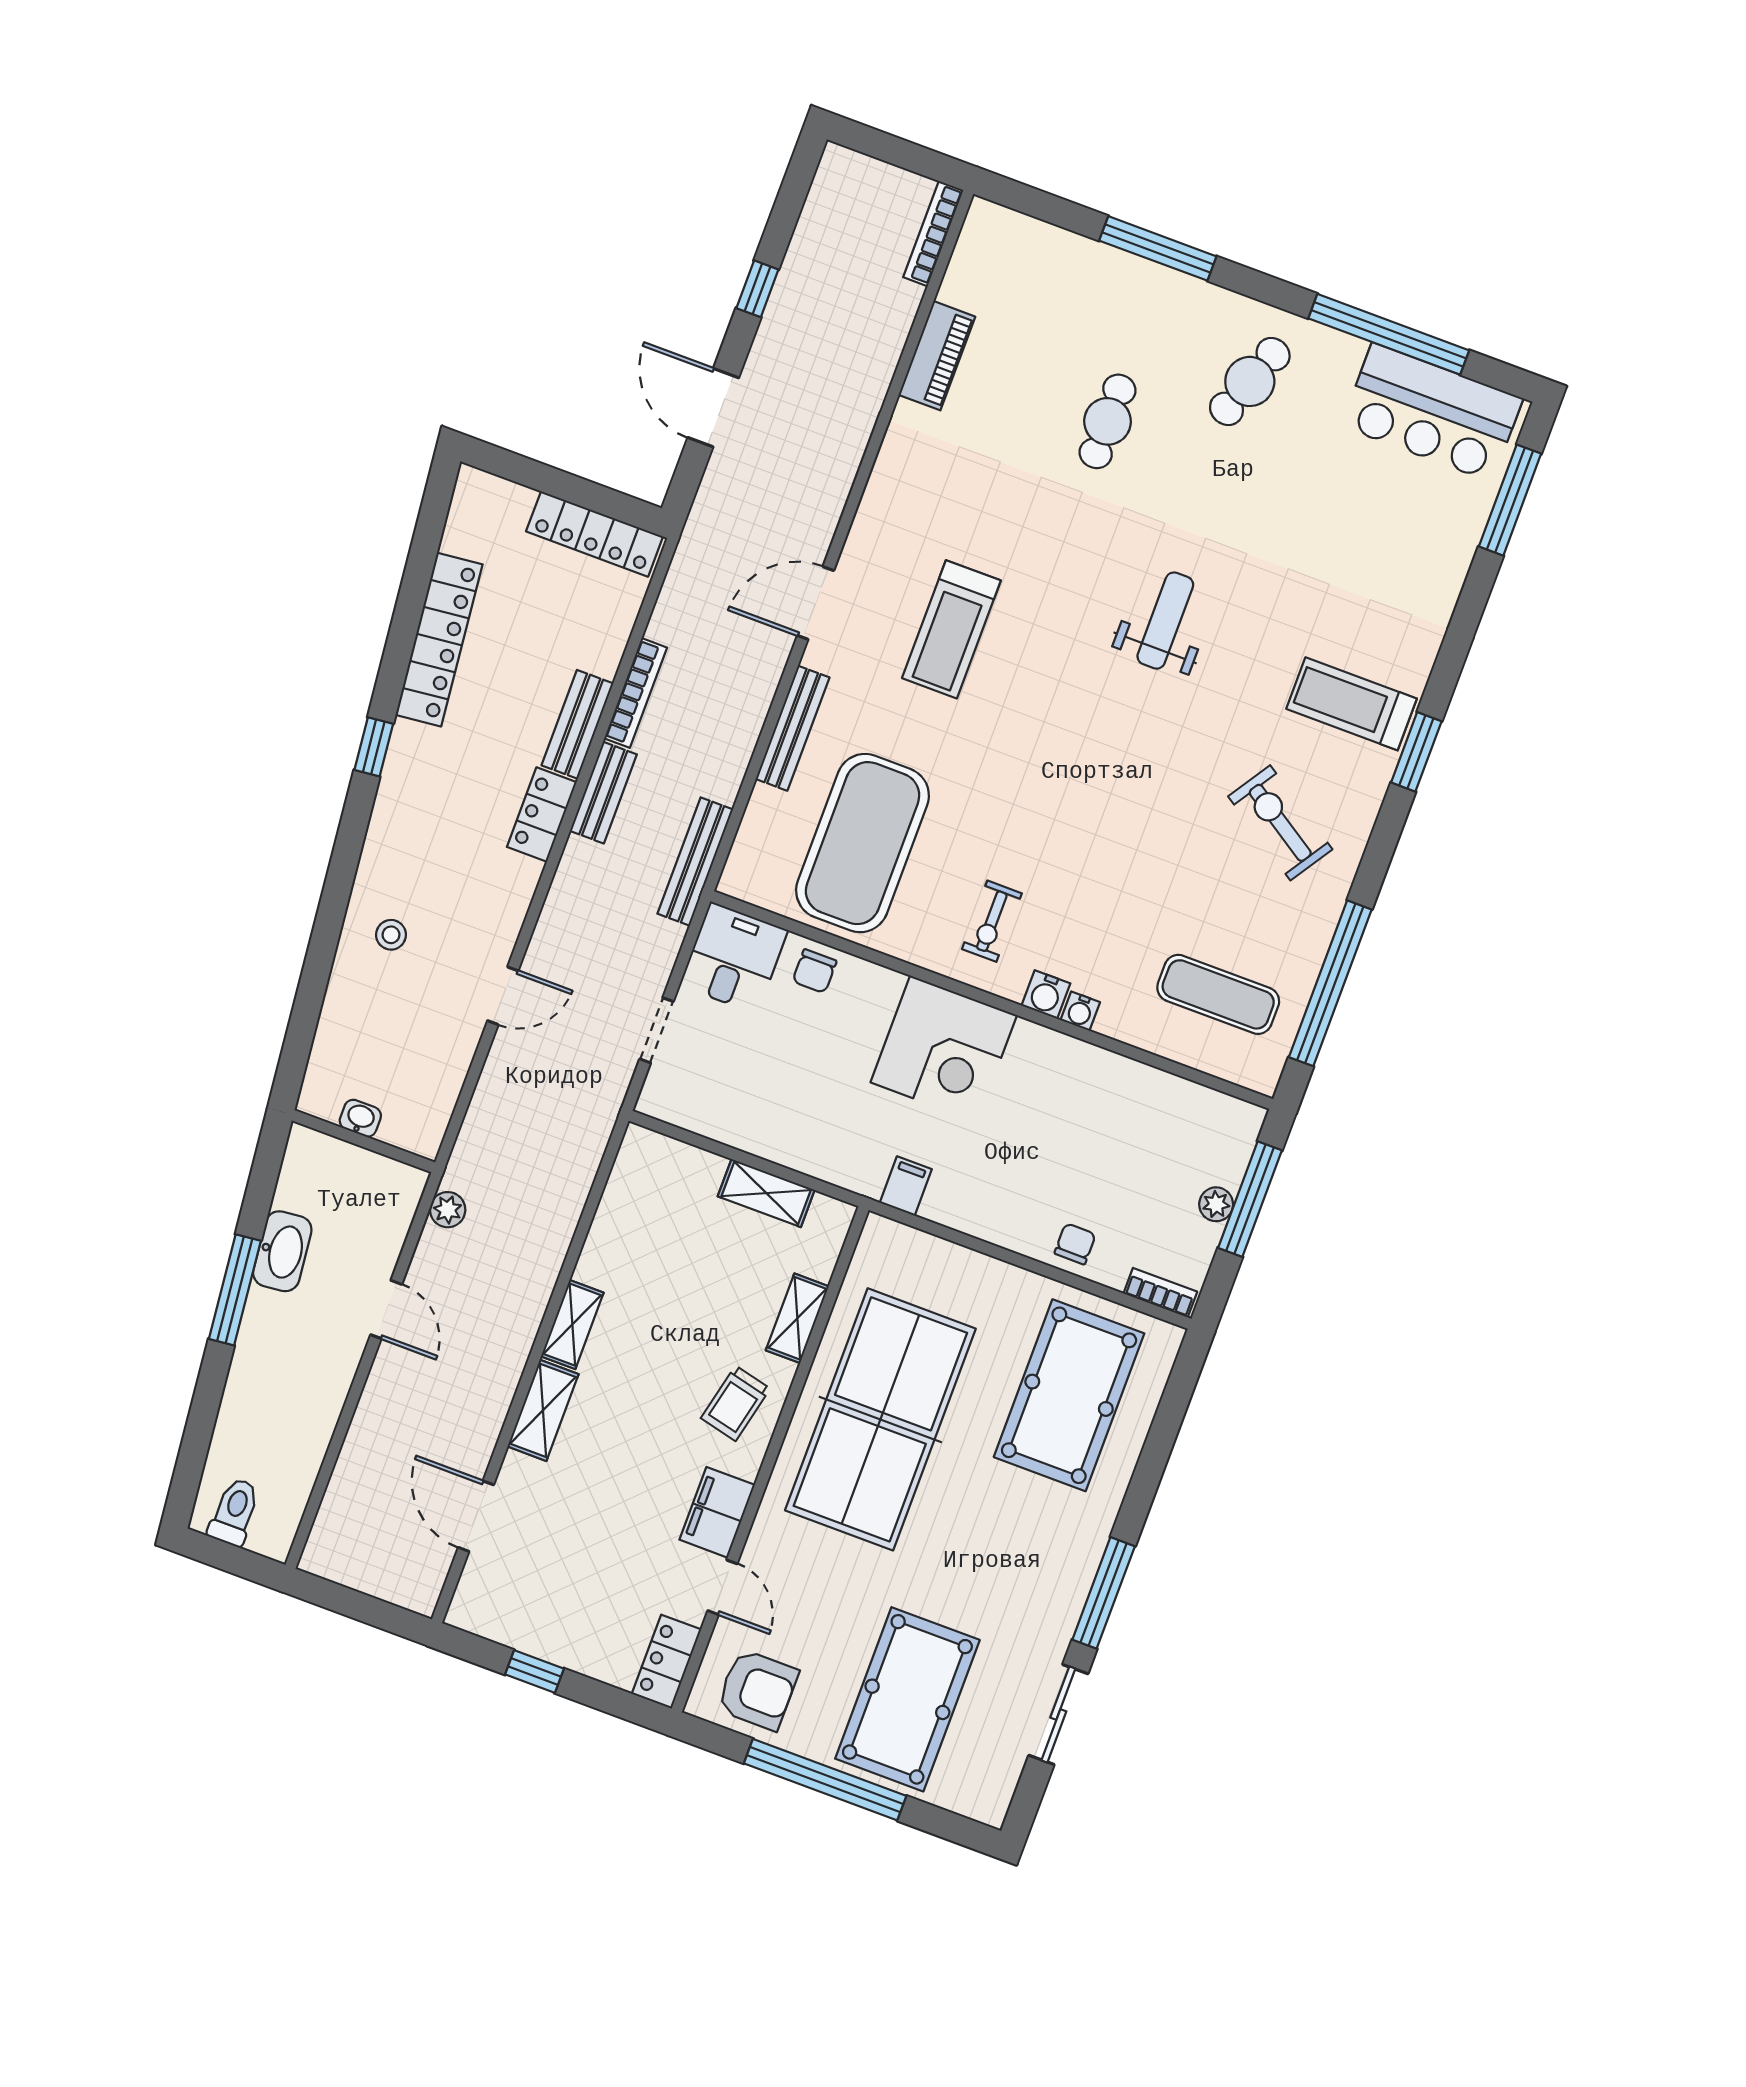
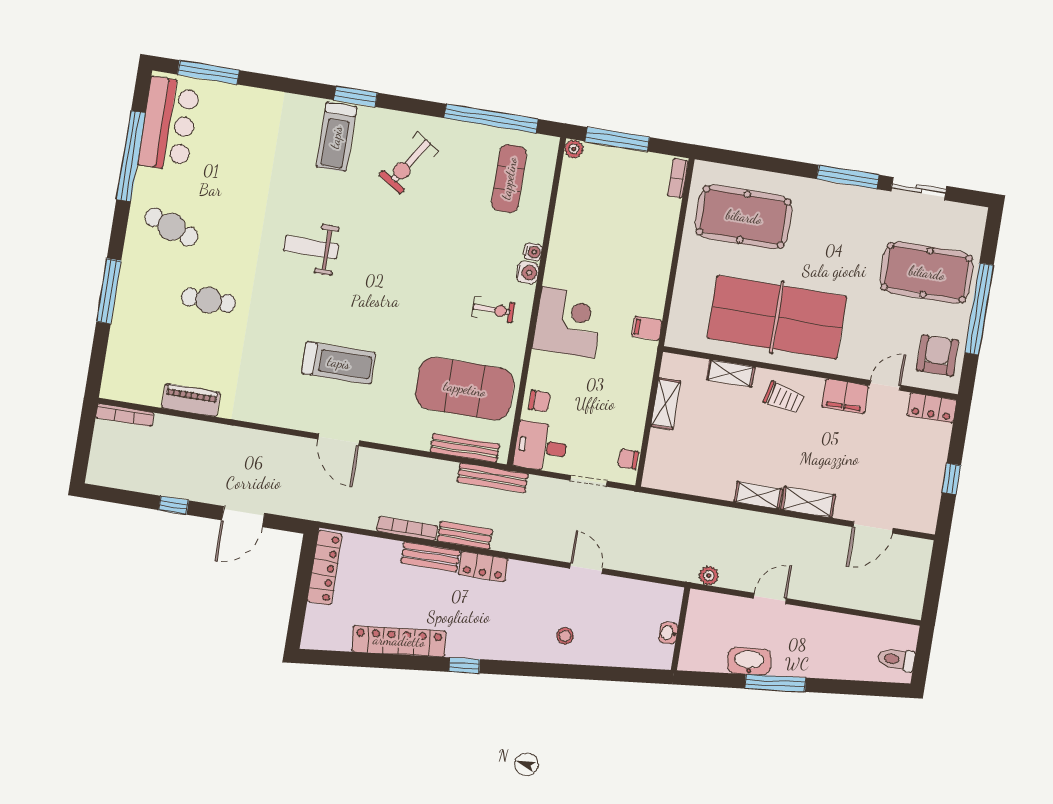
bench: (793, 728) -> (465, 448), moved
plant: (1216, 1204) -> (574, 149), moved
chair: (1075, 1244) -> (628, 459), moved

